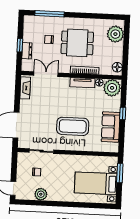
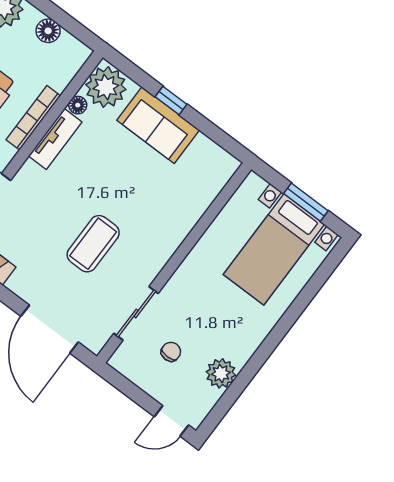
floor lamp: (117, 67) -> (48, 31), moved
coffee table: (73, 126) -> (93, 244), moved, width x0.73, depth x0.76
sofa: (111, 127) -> (158, 125), moved
window: (120, 173) -> (306, 202), moved

